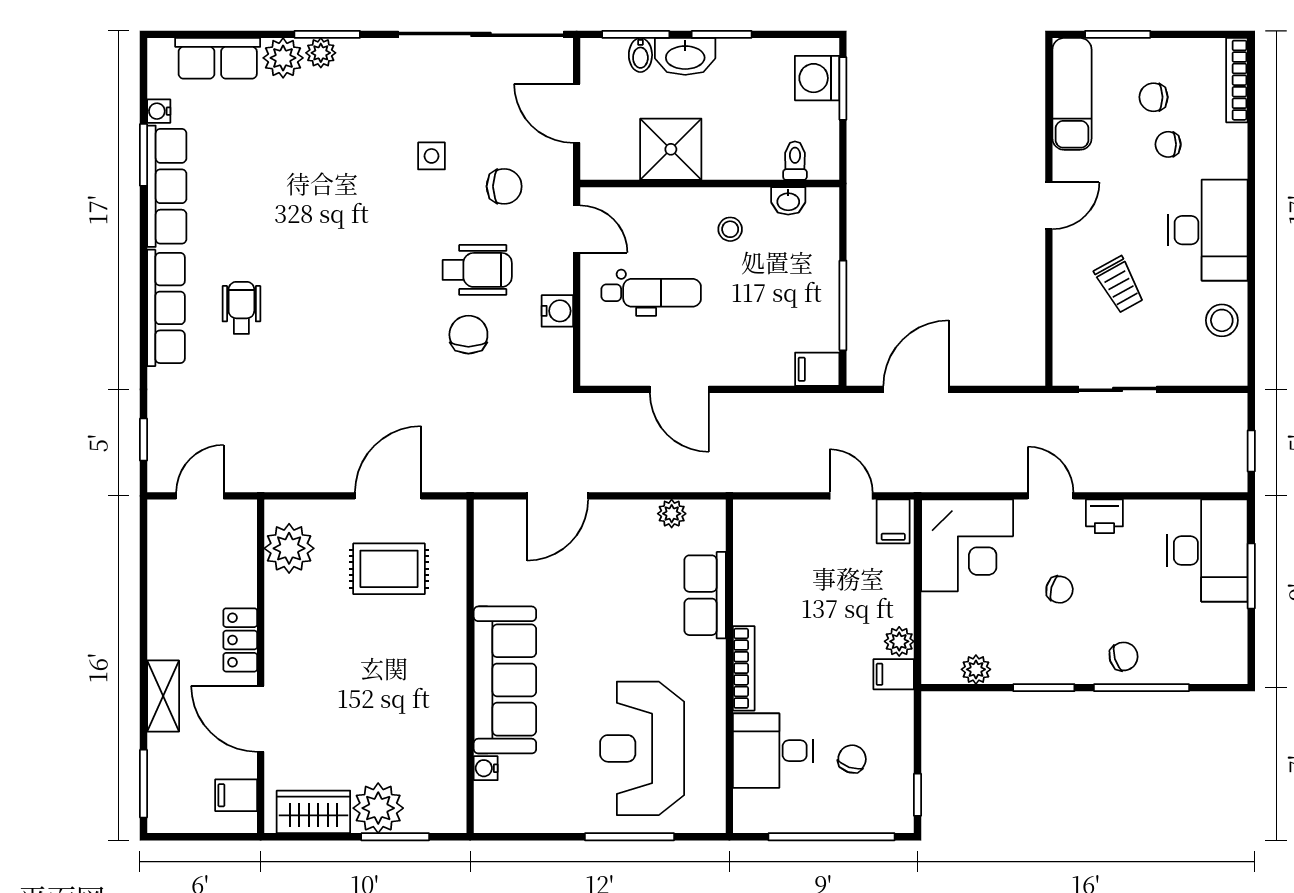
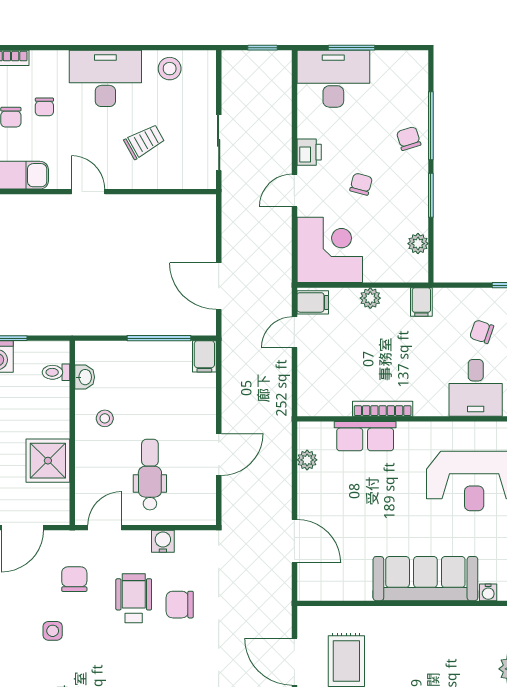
plant: (899, 641) -> (370, 298), moved
bookcase: (744, 668) -> (383, 409), moved

